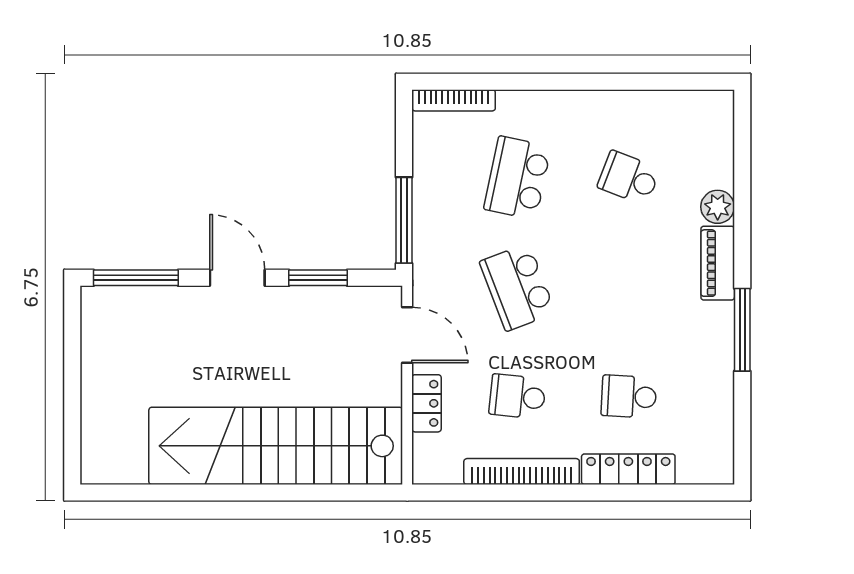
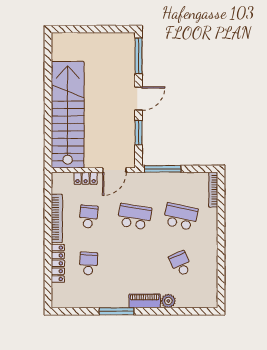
school desk: (629, 178) -> (181, 264), turned -45
school desk: (517, 287) -> (135, 217), turned 30

